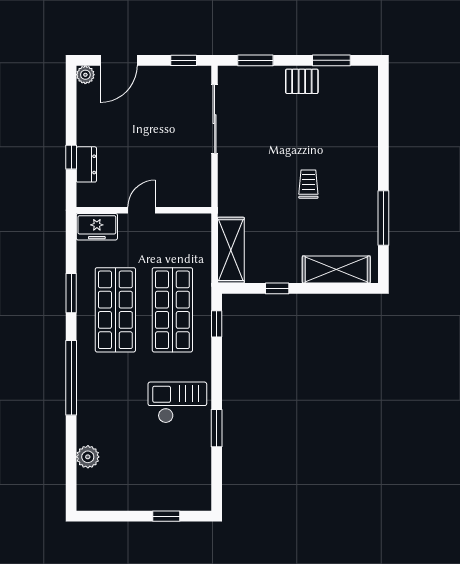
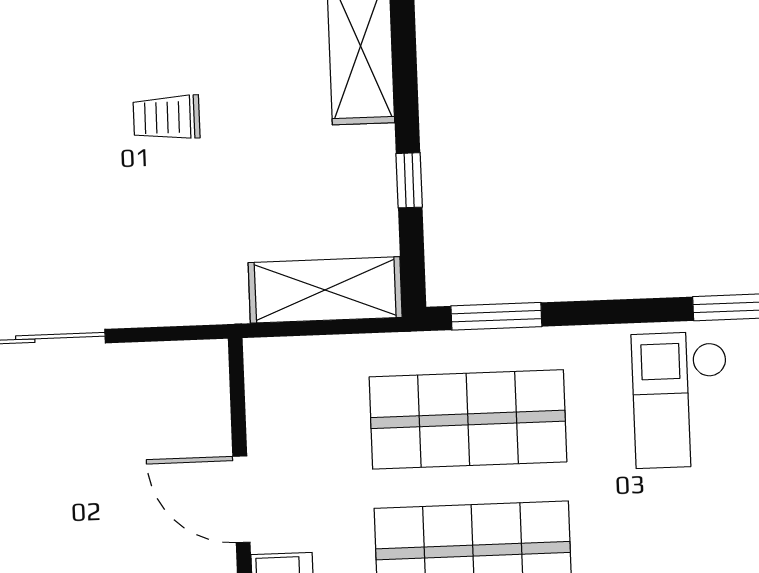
door: (142, 210) -> (241, 499), width x1.38
window: (217, 324) -> (496, 316), width x1.50

